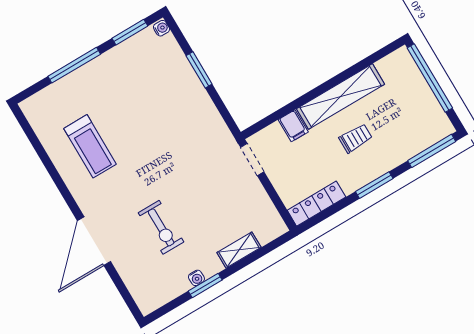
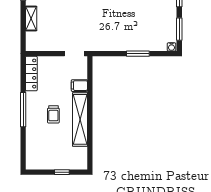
window: (430, 78) -> (62, 172), width x0.32
window: (432, 151) -> (23, 150), removed
window: (374, 185) -> (23, 110), width x1.44

